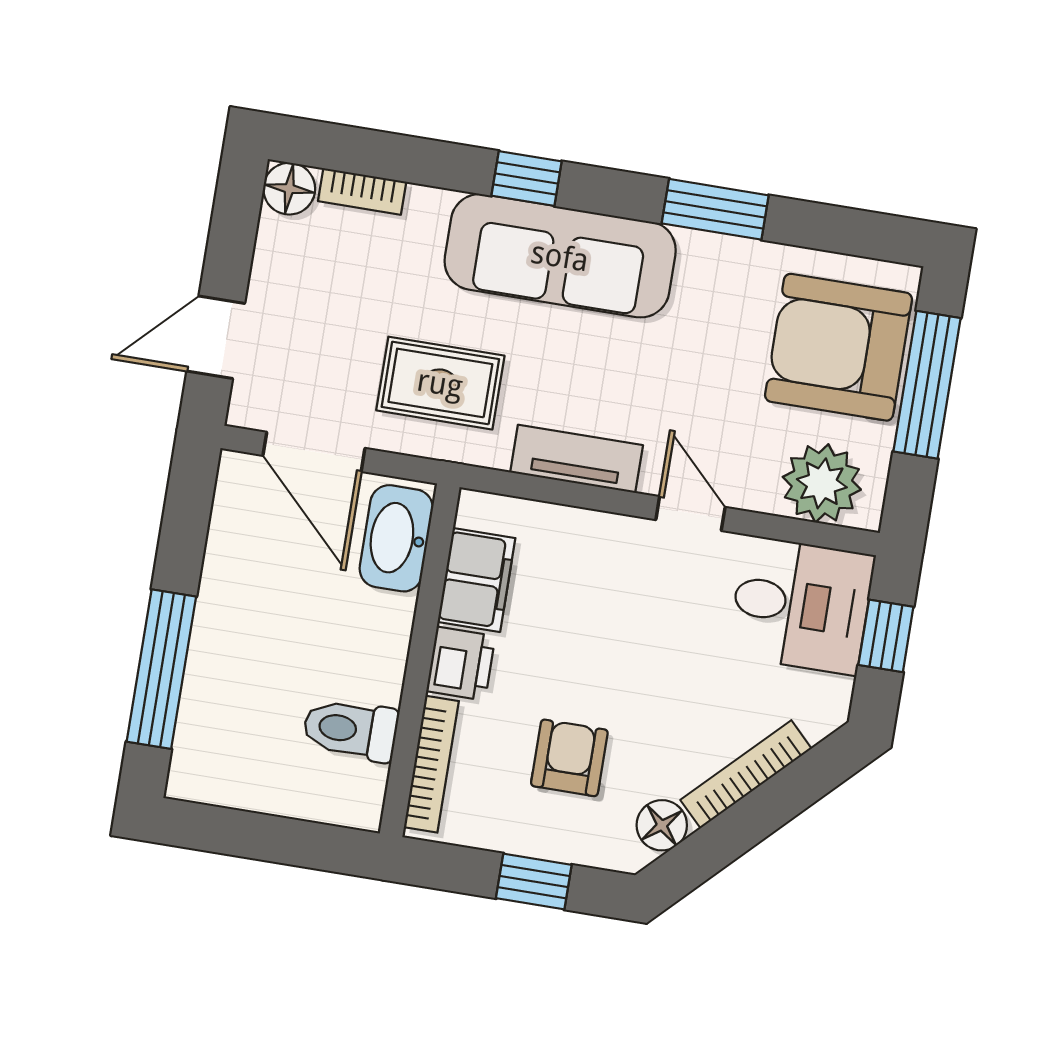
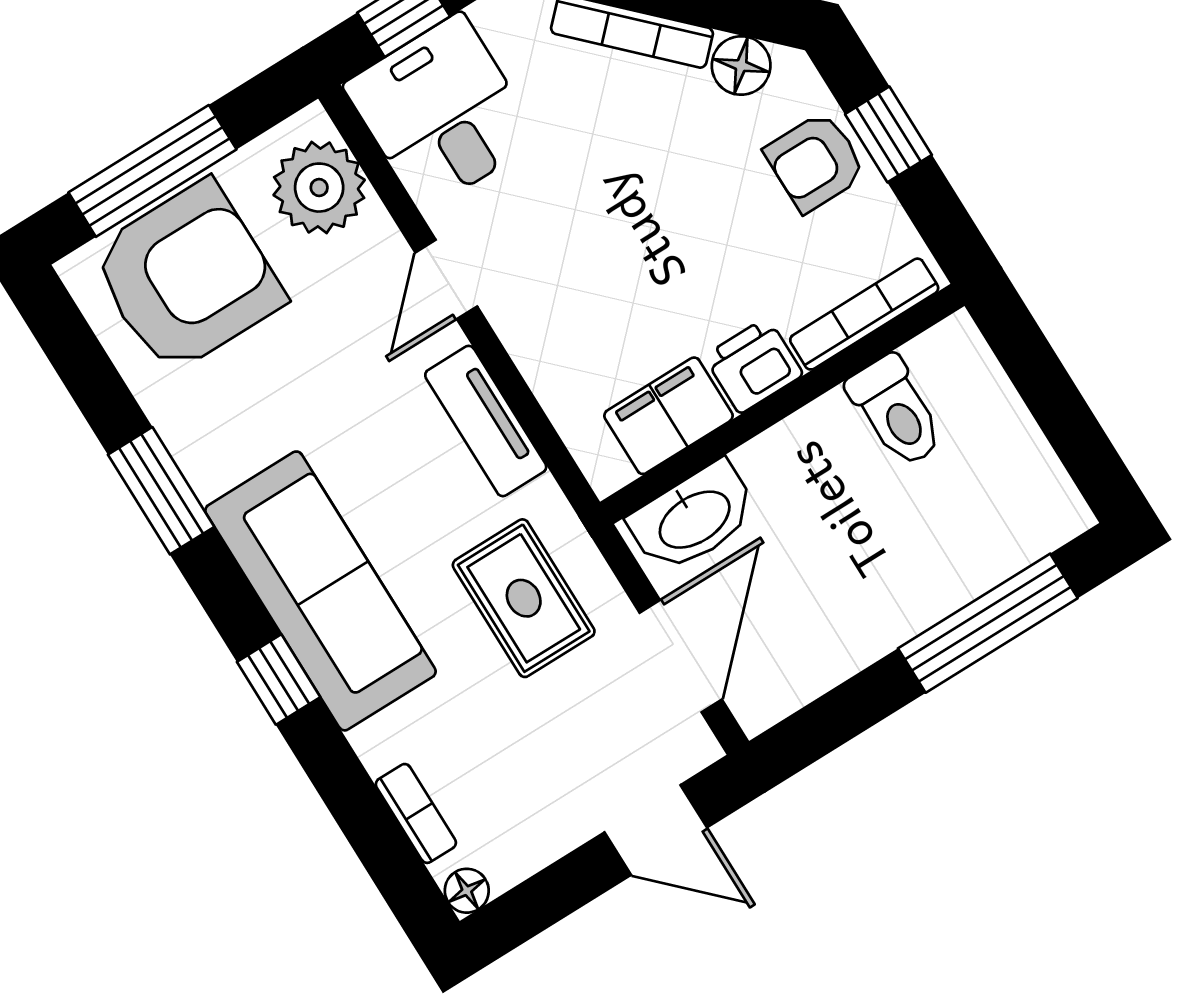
floor lamp: (289, 189) -> (467, 891), width x0.73, depth x0.73
armchair: (839, 347) -> (187, 277), turned -90
armchair: (569, 758) -> (815, 162), moved

